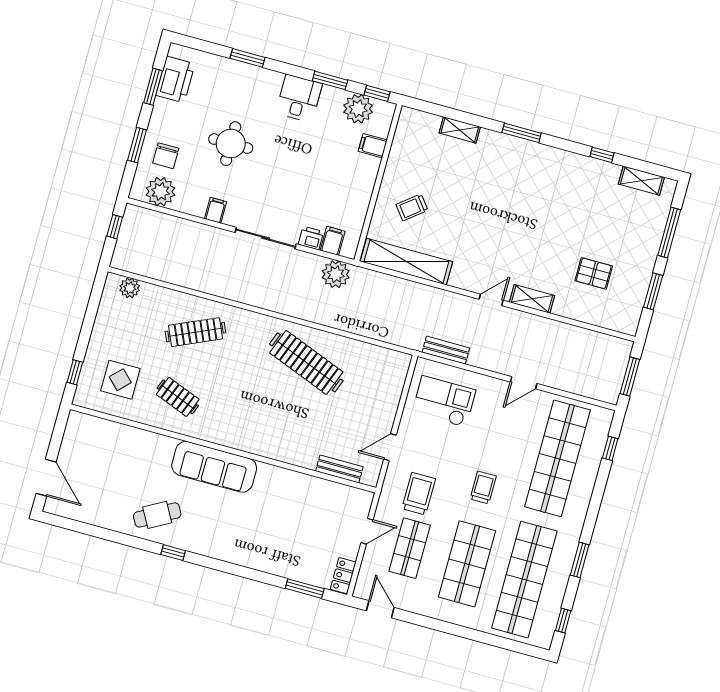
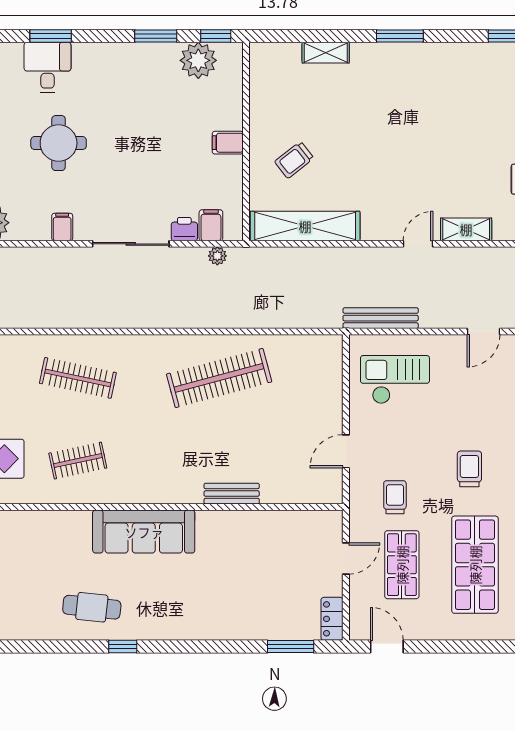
desk: (299, 98) -> (48, 67), moved
filing cabinet: (373, 146) -> (228, 143), moved
plant: (336, 274) -> (217, 256), width x0.53, depth x0.53
clothes rail: (195, 332) -> (78, 378), turned 36
bench: (446, 350) -> (381, 318), width x1.36
clothes rail: (306, 362) -> (219, 378), turned -36
clothes rail: (178, 397) -> (78, 461), turned -33
bench: (339, 469) -> (232, 494), moved
trolley: (419, 494) -> (395, 497), width x0.73, depth x0.72
cafe table: (157, 515) -> (92, 607), turned 35

